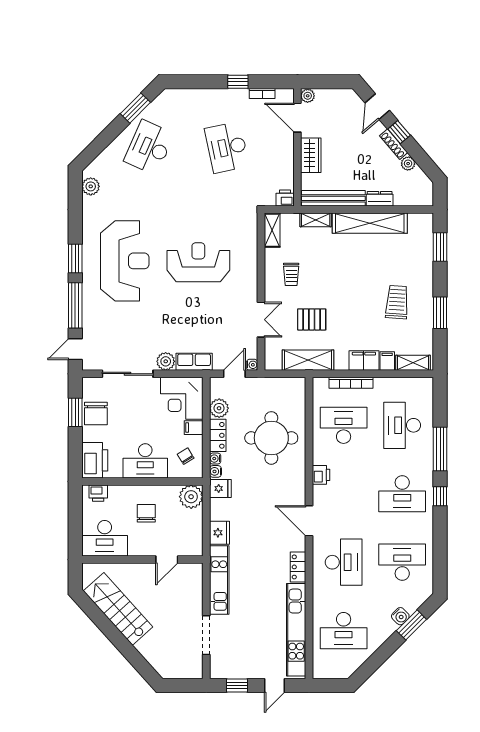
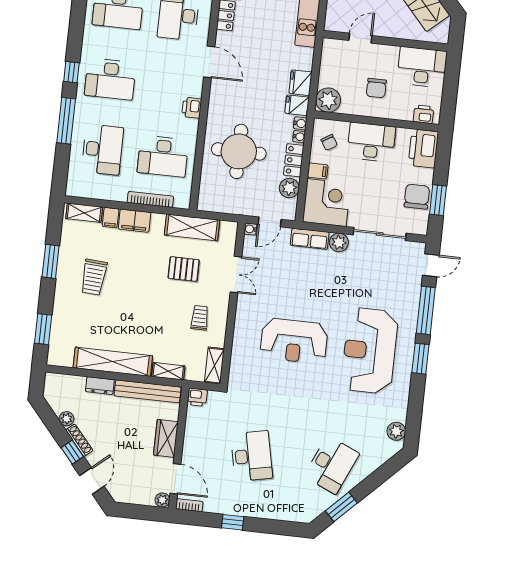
bookcase: (262, 94) -> (189, 505), moved
double door: (261, 320) -> (236, 274), swing flipped
desk: (402, 494) -> (110, 79), turned 180
fridge: (219, 533) -> (300, 83), moved

